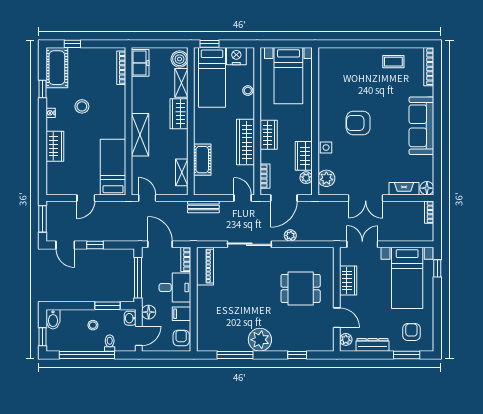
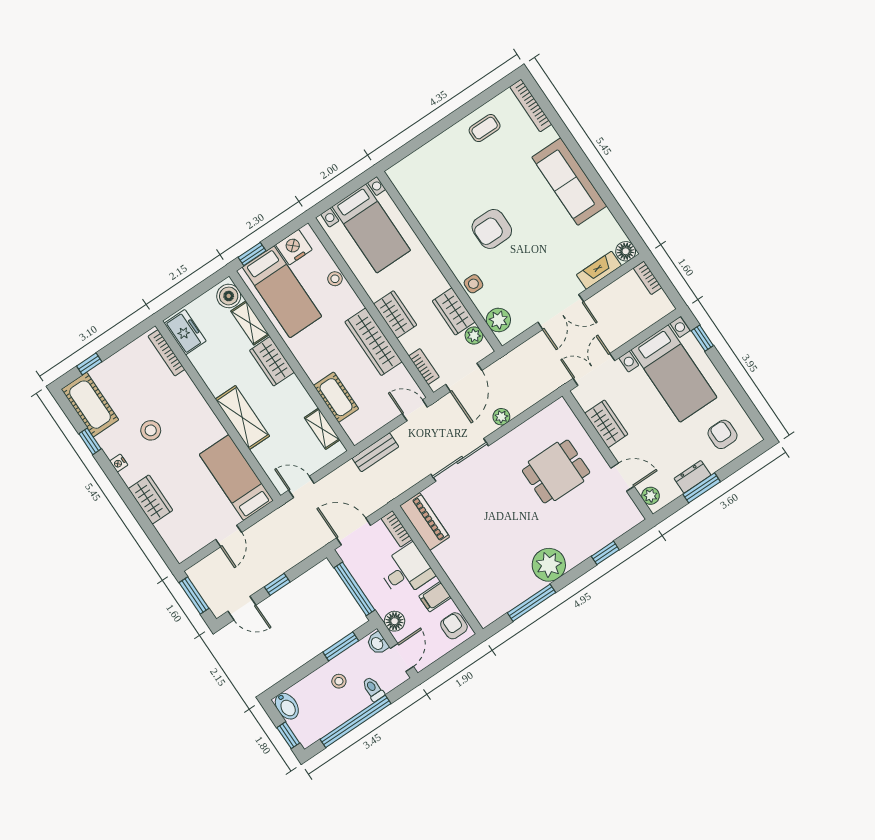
dresser: (372, 345) -> (692, 477), width x0.70
window: (407, 355) -> (702, 488), moved

